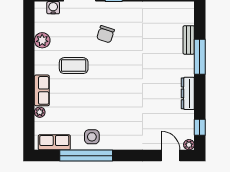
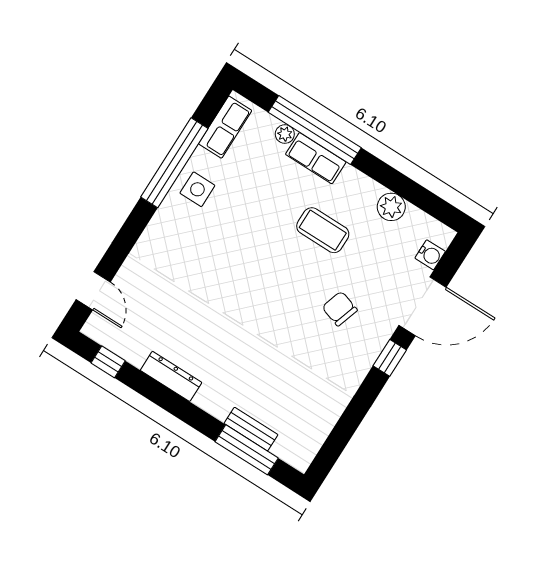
window: (200, 57) -> (247, 450), moved
coffee table: (74, 66) -> (323, 230), turned 90
window: (29, 99) -> (315, 130), added
plant: (189, 145) -> (92, 329), removed
door: (171, 156) -> (93, 291), hinge flipped

